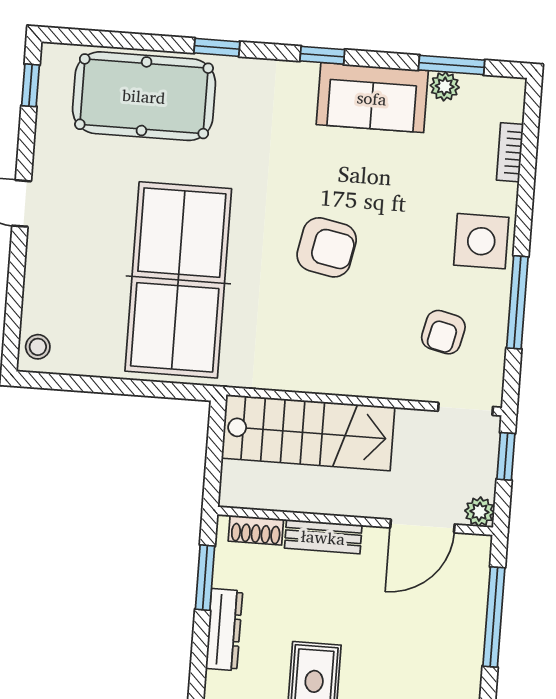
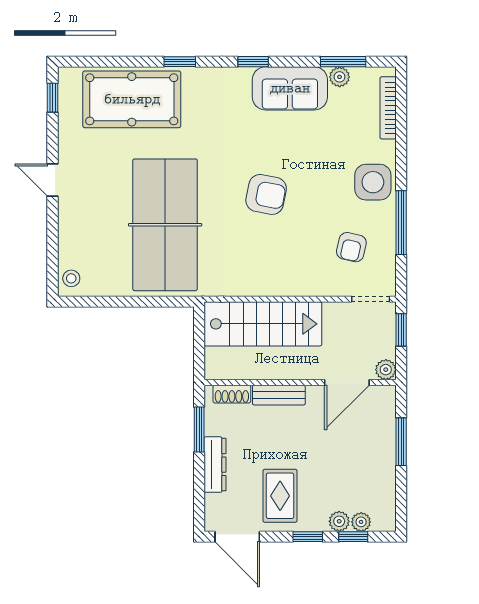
bookcase: (510, 152) -> (388, 108), width x1.56
window: (494, 617) -> (401, 442), width x0.69

